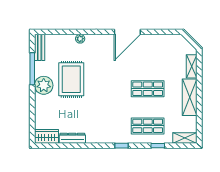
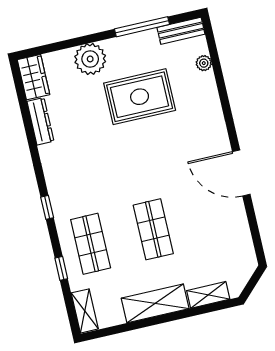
plant: (80, 39) -> (204, 63), moved
plant: (44, 85) -> (90, 59), moved

